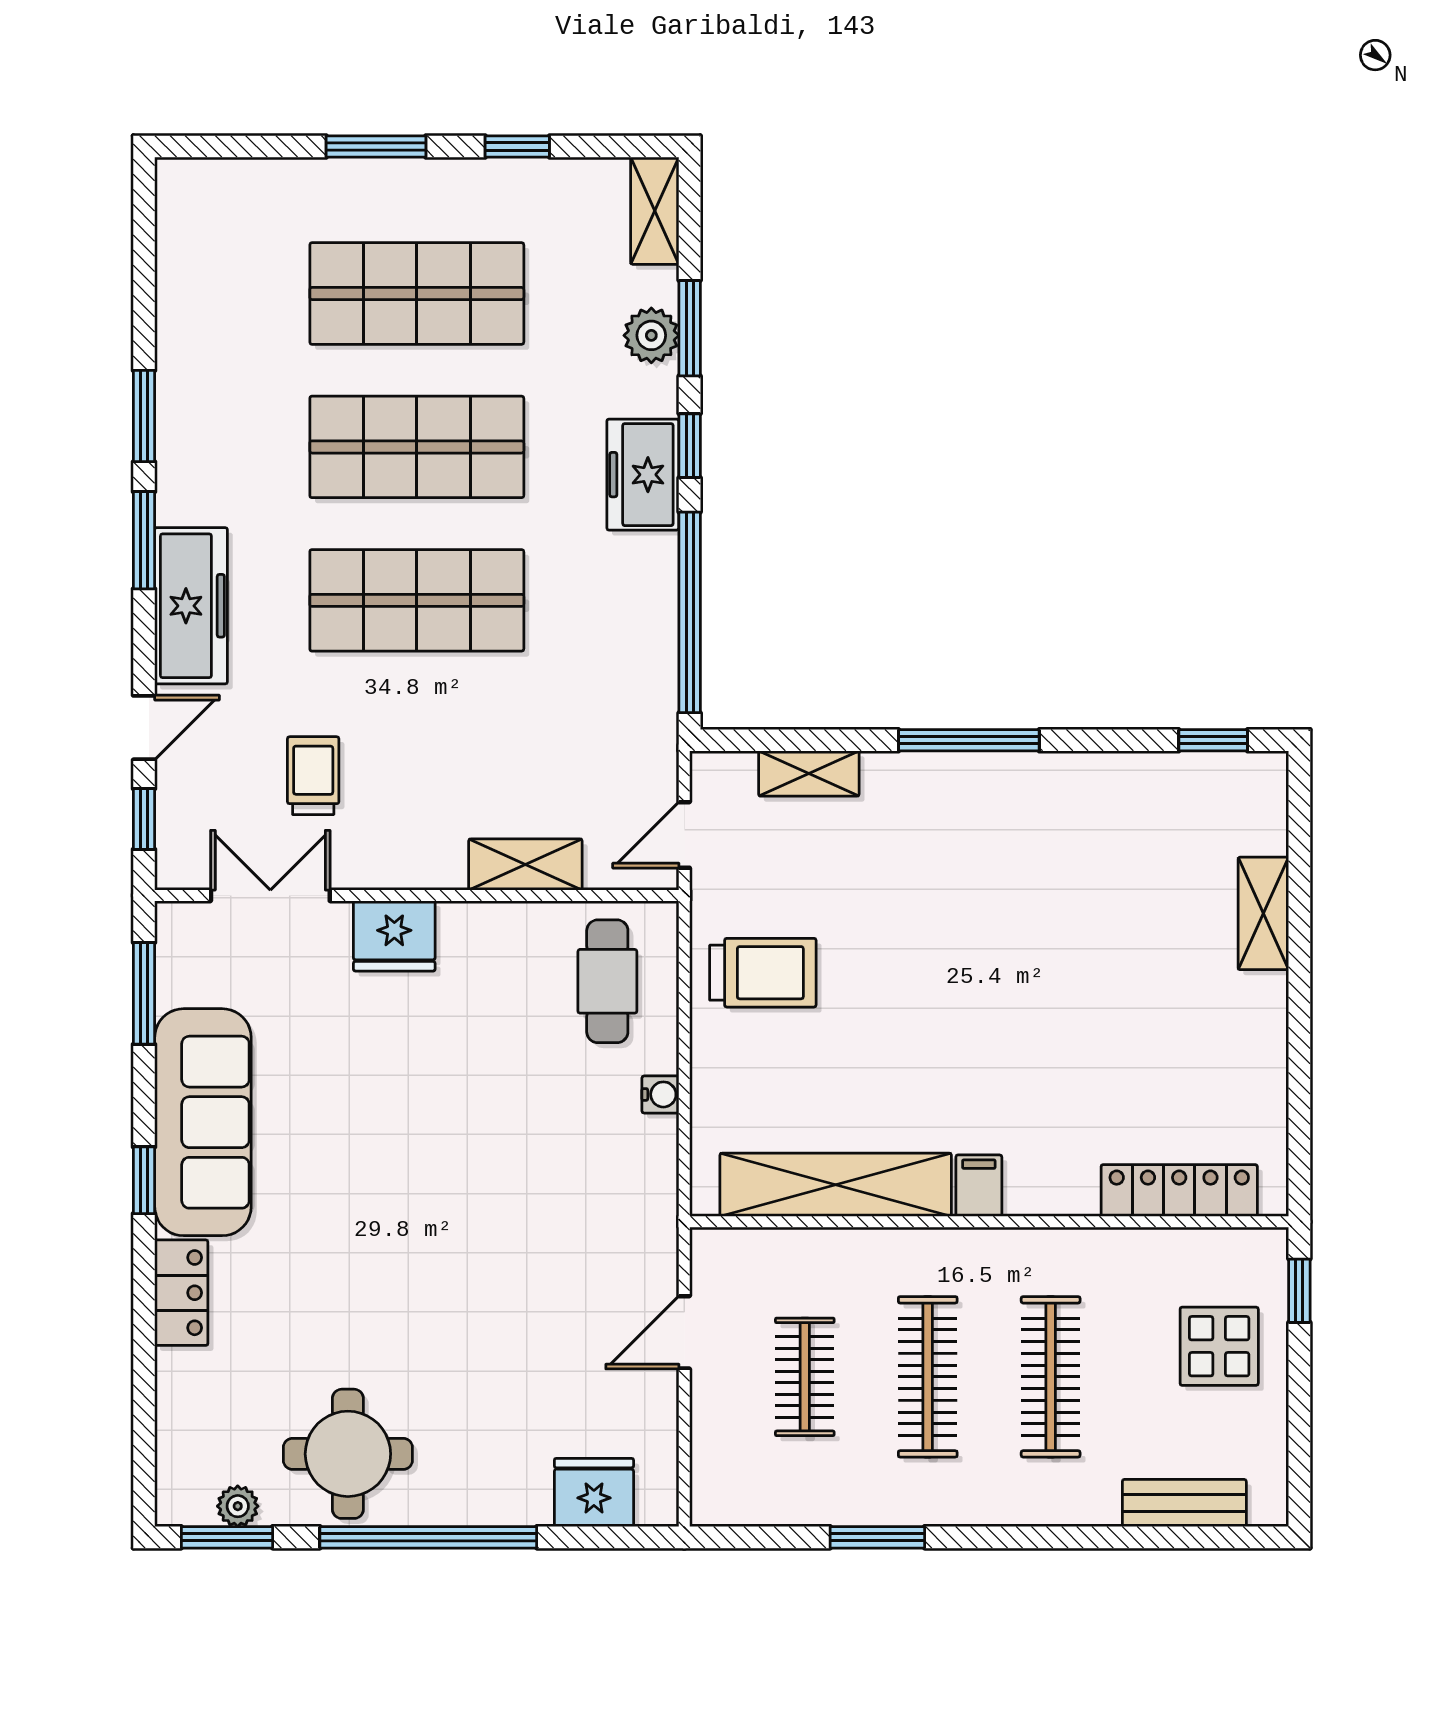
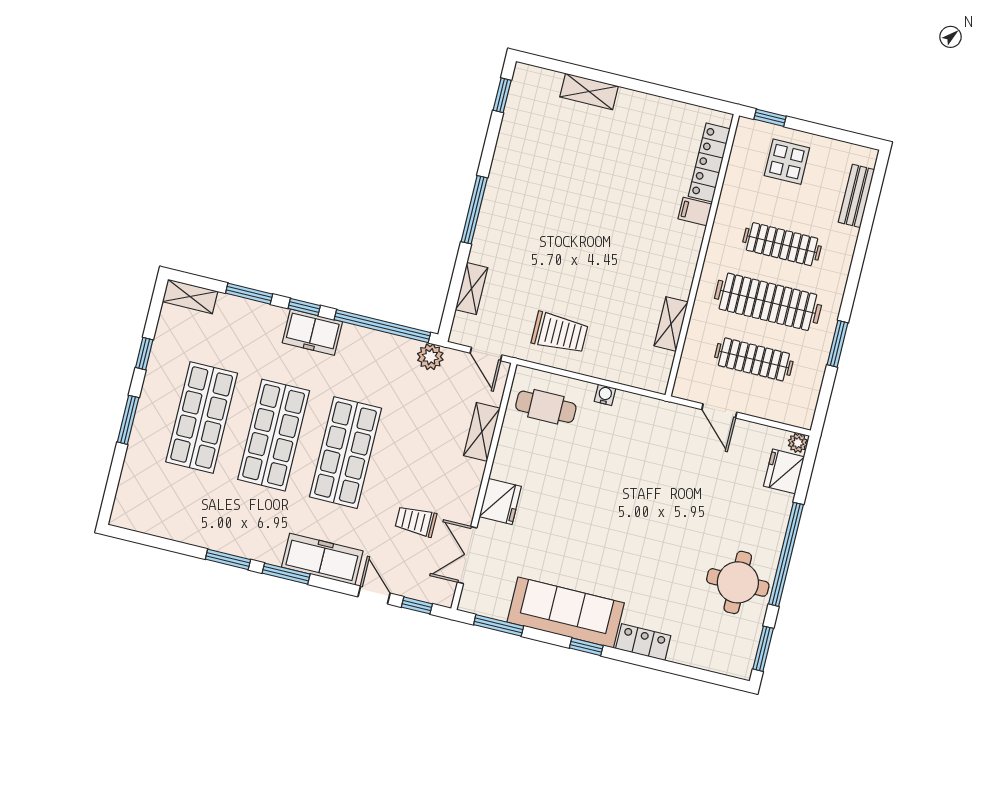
plant: (651, 335) -> (430, 357), moved
trolley: (763, 973) -> (560, 333), turned 90
shelving: (836, 1185) -> (671, 324), width x0.45, depth x0.75
filing cabinet: (979, 1186) -> (695, 211), moved
clothes rail: (805, 1377) -> (754, 359), width x1.36
clothes rail: (928, 1377) -> (768, 302), width x1.37, depth x1.31
plant: (238, 1506) -> (798, 443), moved

